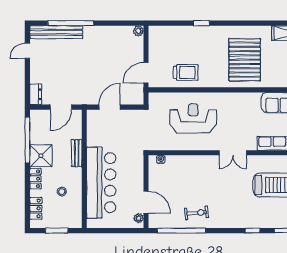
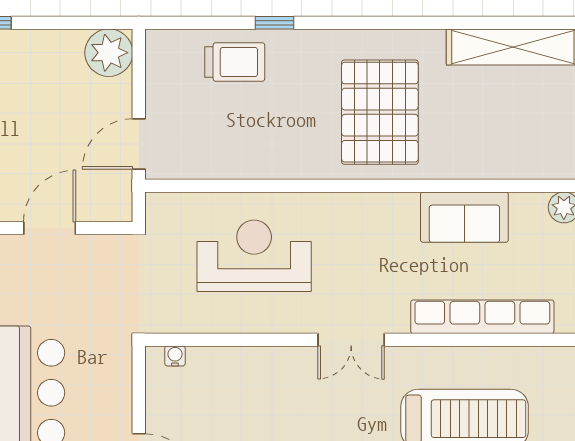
plant: (138, 31) -> (109, 53), width x1.87, depth x1.87
trolley: (186, 72) -> (235, 62), moved

